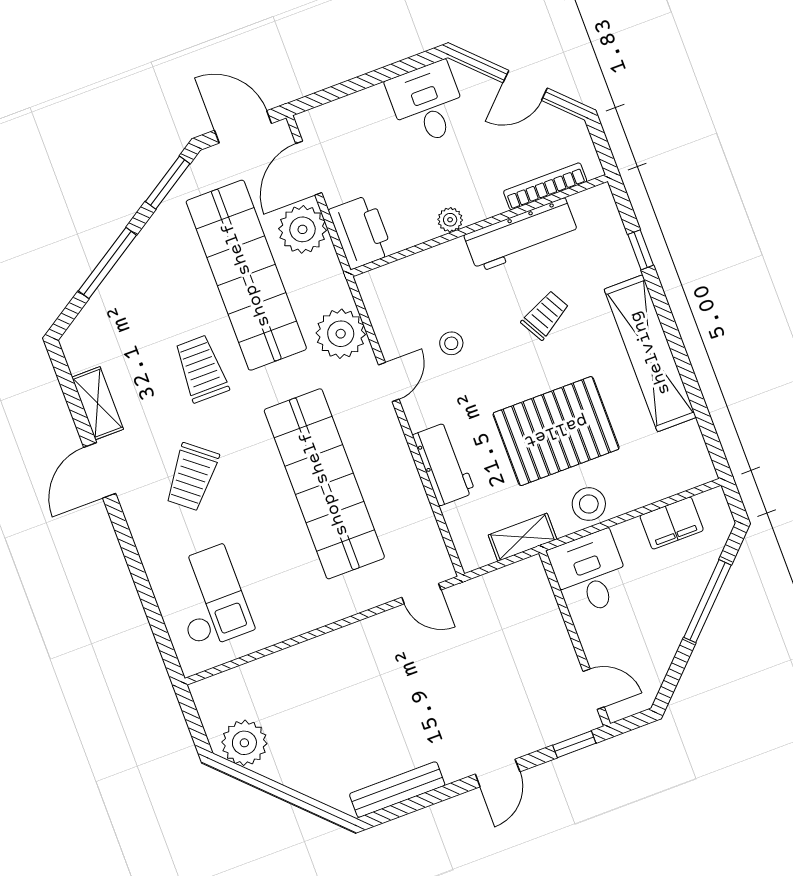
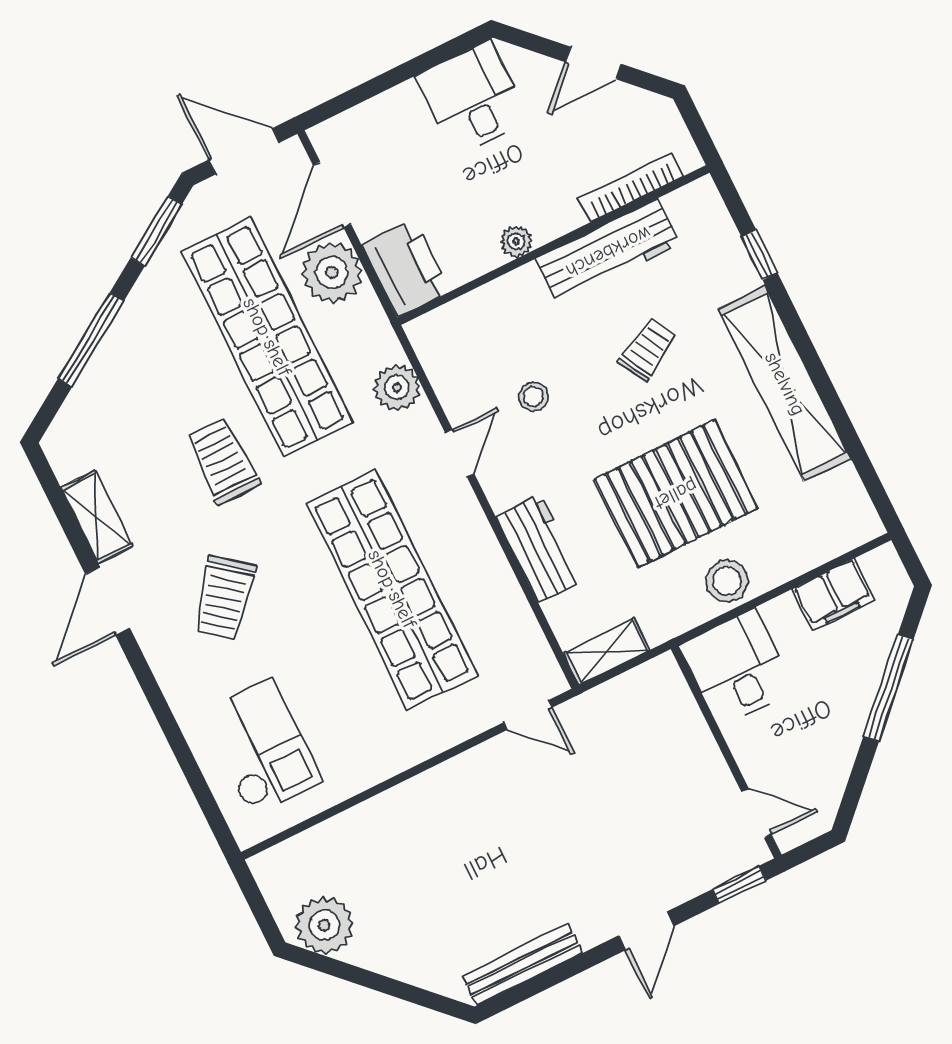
plant: (341, 334) -> (397, 387), width x0.73, depth x0.73
shelving: (522, 537) -> (607, 652), moved

